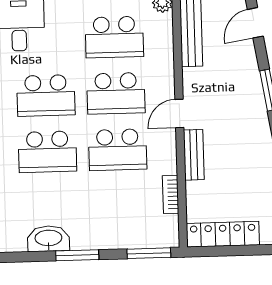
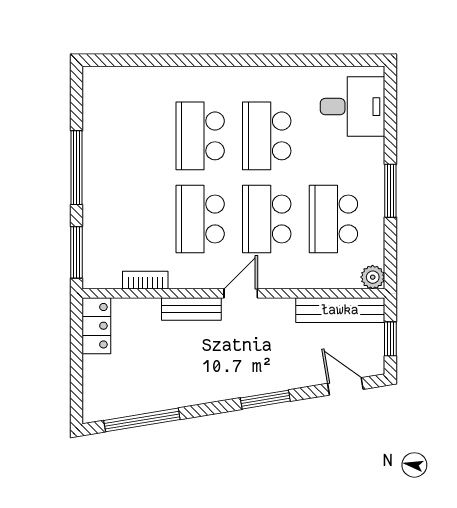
door: (179, 113) -> (241, 293), hinge flipped
locker: (223, 234) -> (96, 326), width x0.66
washbasin: (48, 239) -> (97, 134), removed
window: (77, 255) -> (77, 168), width x1.44

